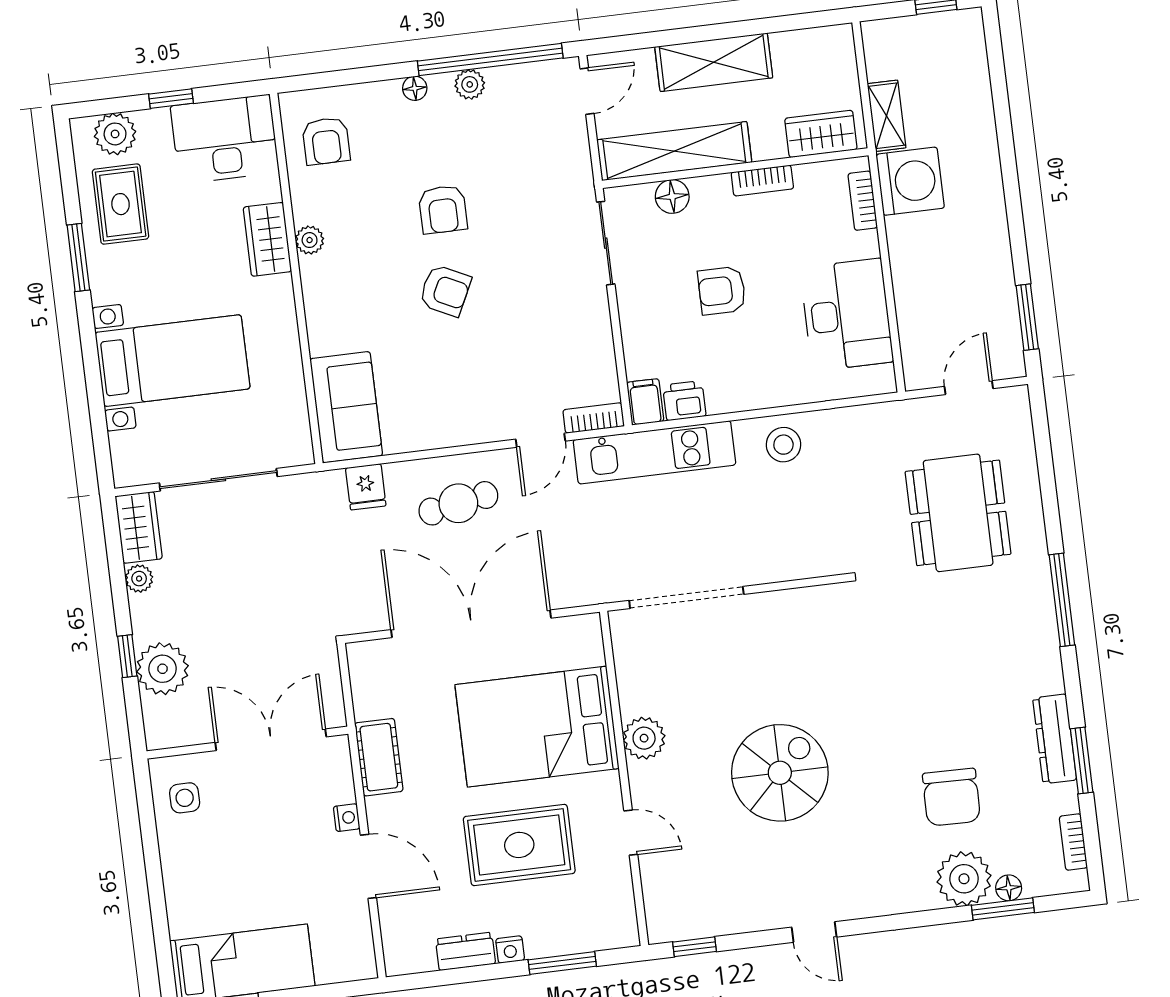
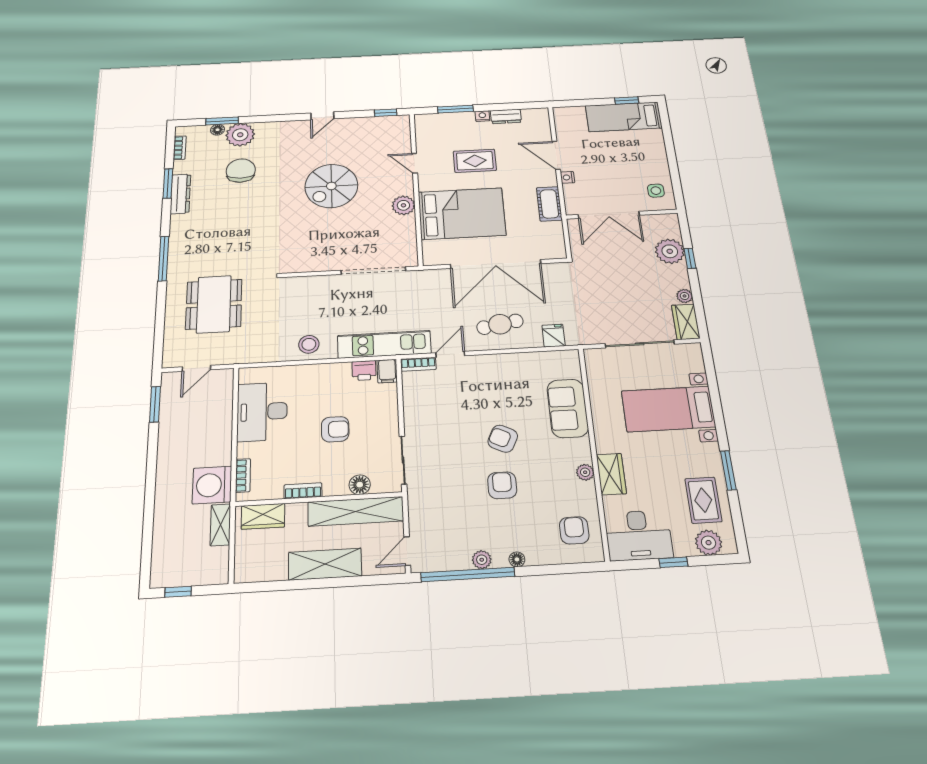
sofa: (346, 407) -> (568, 408), moved
rug: (519, 845) -> (475, 161), width x0.73, depth x0.70
door: (814, 932) -> (322, 116), swing flipped

